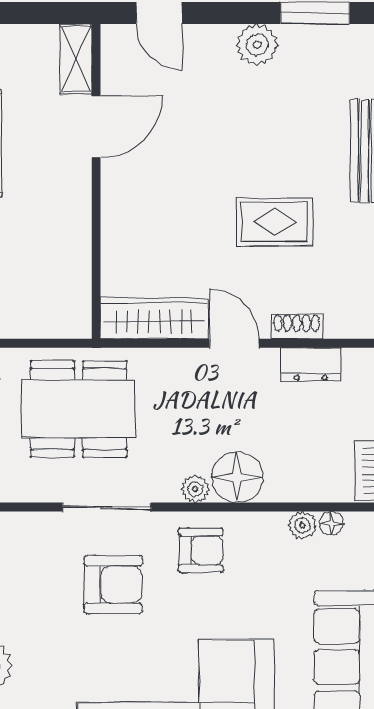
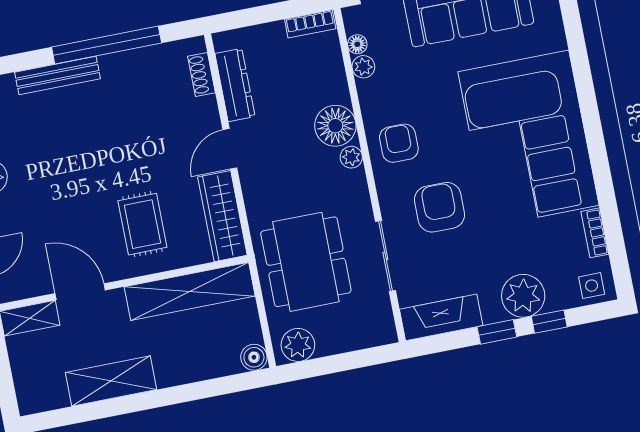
rug: (274, 222) -> (142, 224), moved
shelving: (70, 260) -> (190, 291), added
shoe rack: (297, 327) -> (202, 74), moved
dresser: (311, 365) -> (235, 85), width x1.44
sliding door: (107, 507) -> (385, 256), moved

